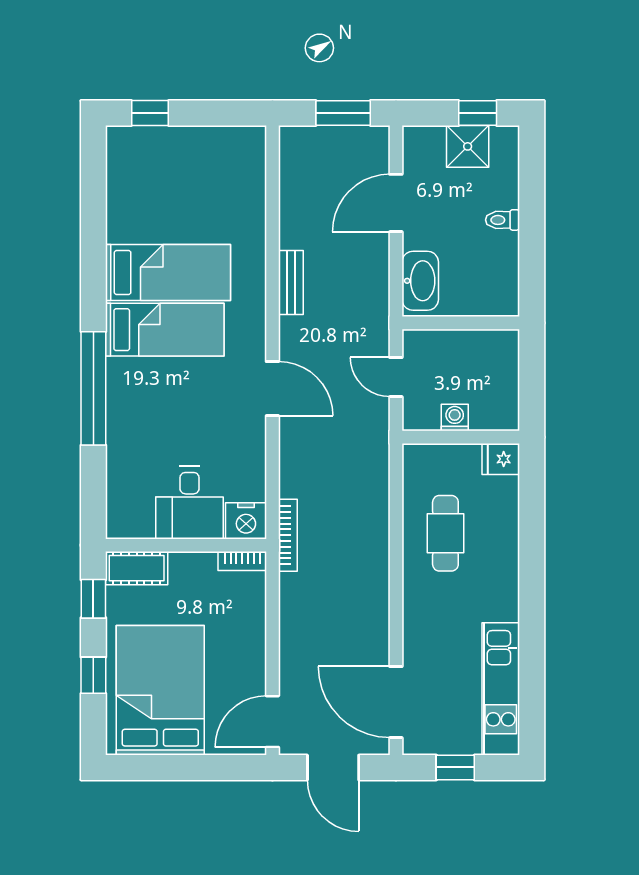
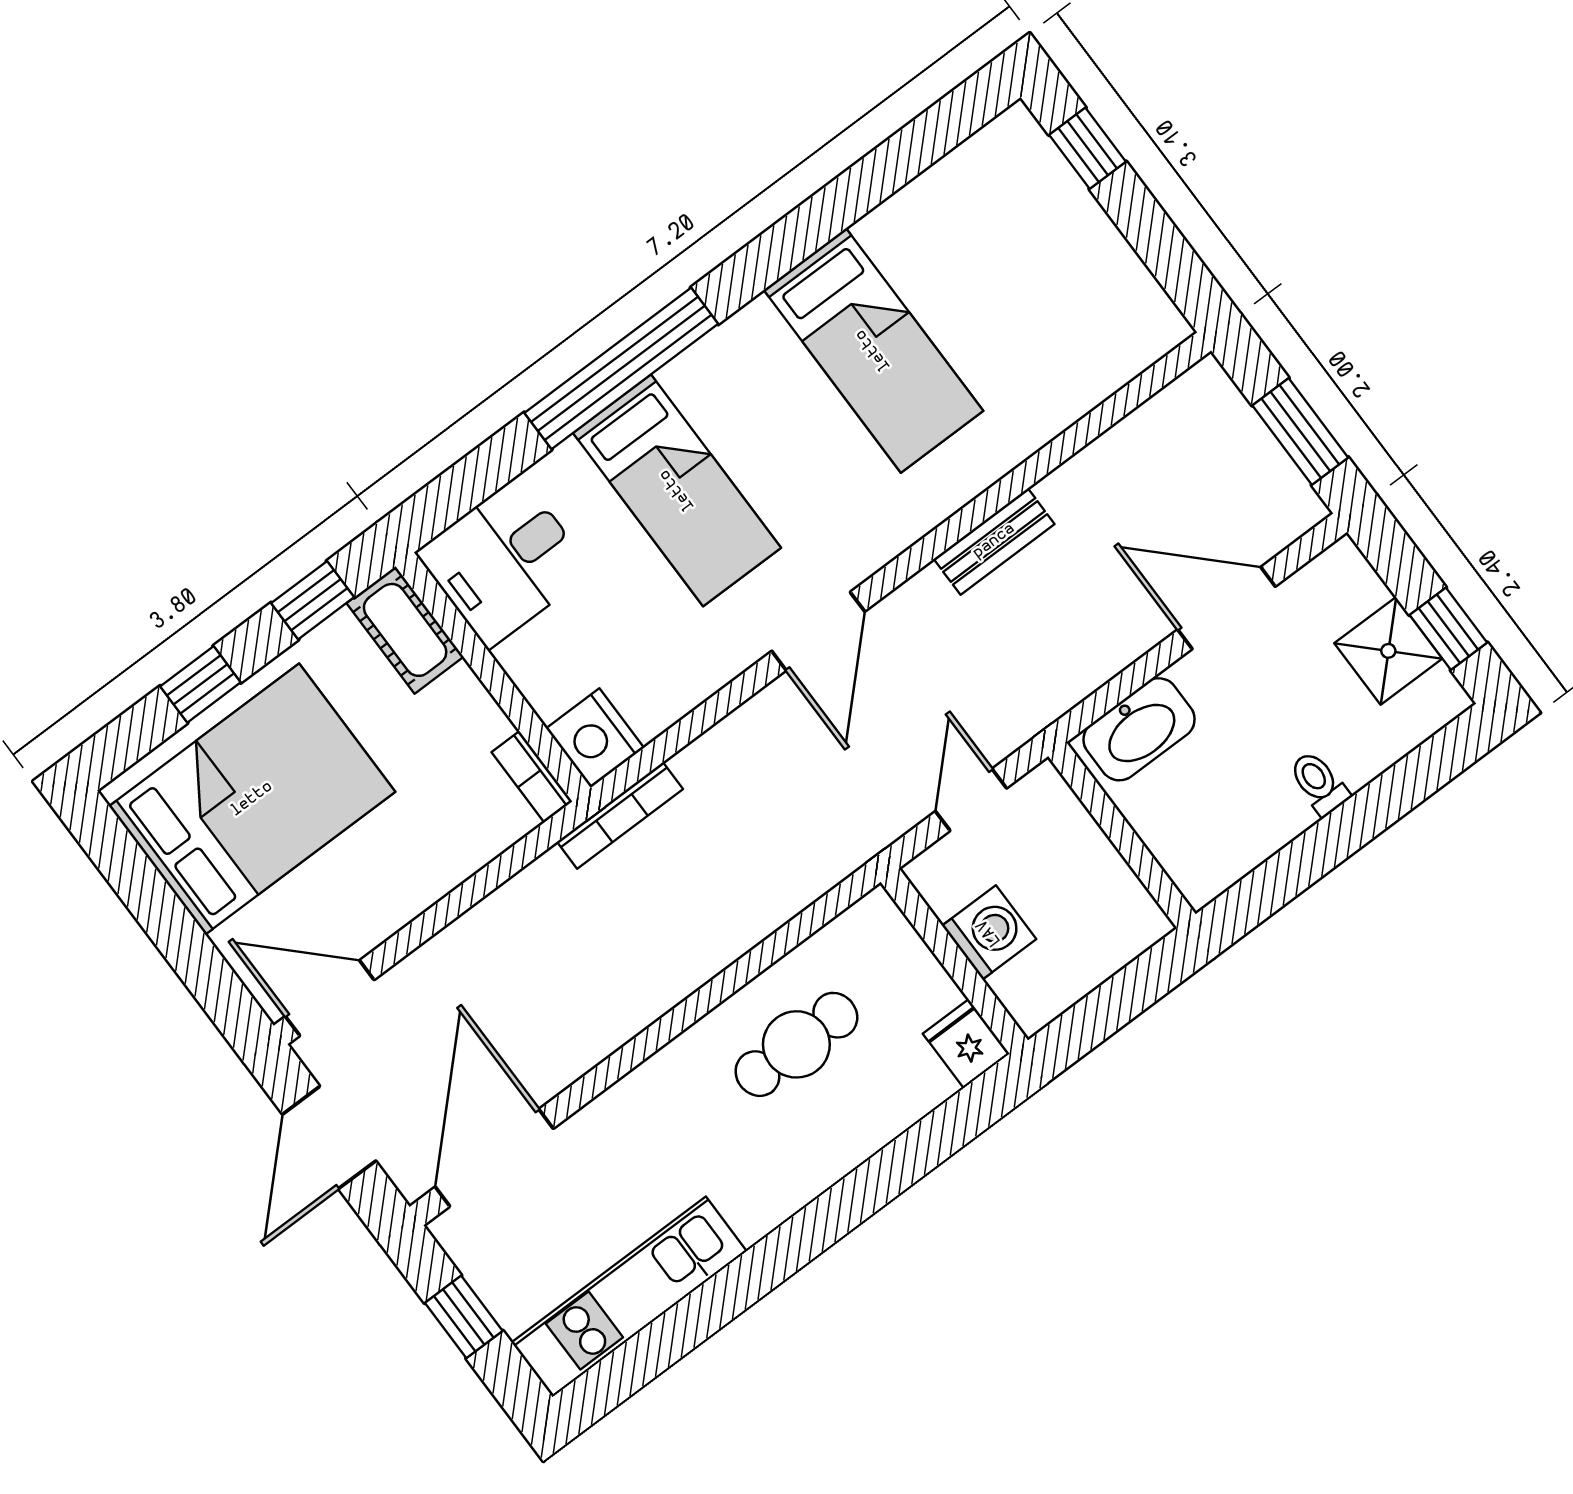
bed: (165, 330) -> (677, 490), moved
washing machine: (455, 418) -> (989, 932), width x1.38, depth x1.38
desk: (190, 503) -> (504, 562), moved

